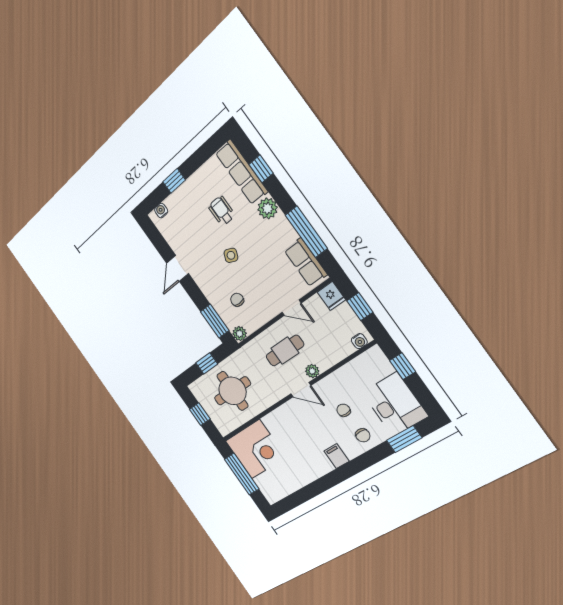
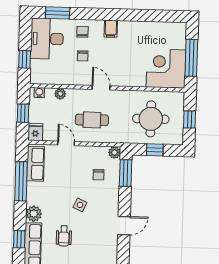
plant: (312, 371) -> (60, 94), moved

